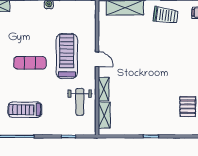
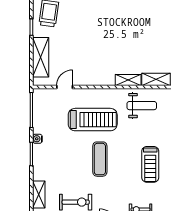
treadmill: (67, 56) -> (93, 120), turned 180
door: (97, 59) -> (65, 87), moved

